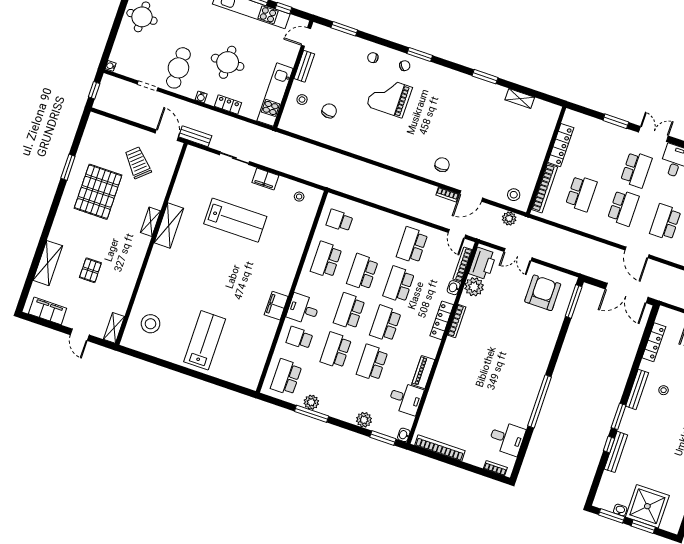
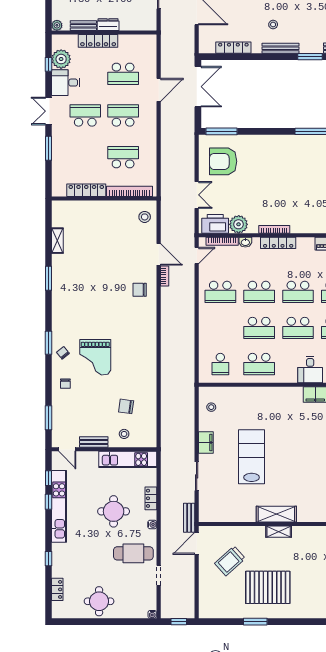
plant: (509, 218) -> (167, 214), removed

